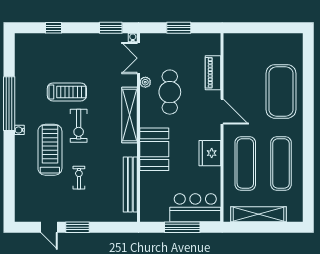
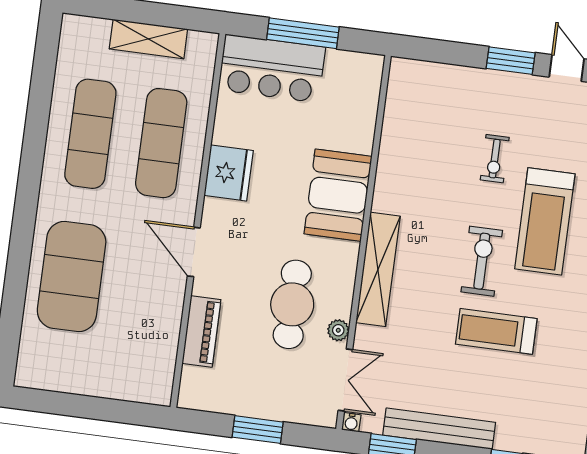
bench: (130, 185) -> (439, 429), moved, turned 90
shelving: (258, 214) -> (148, 39), width x0.68

